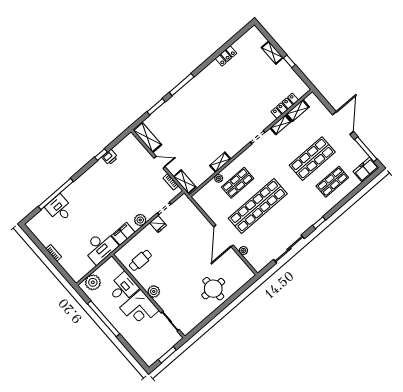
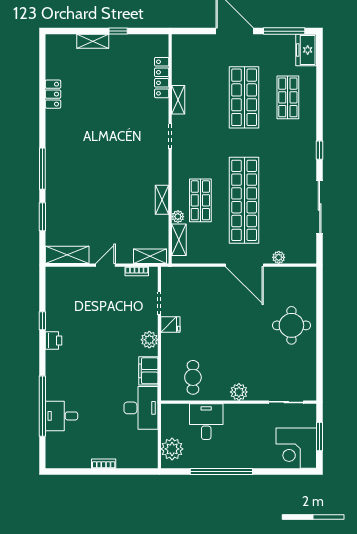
shelving: (298, 111) -> (179, 240), moved
printer: (110, 157) -> (53, 341), moved
corner desk: (139, 309) -> (296, 448), moved, turned 90

